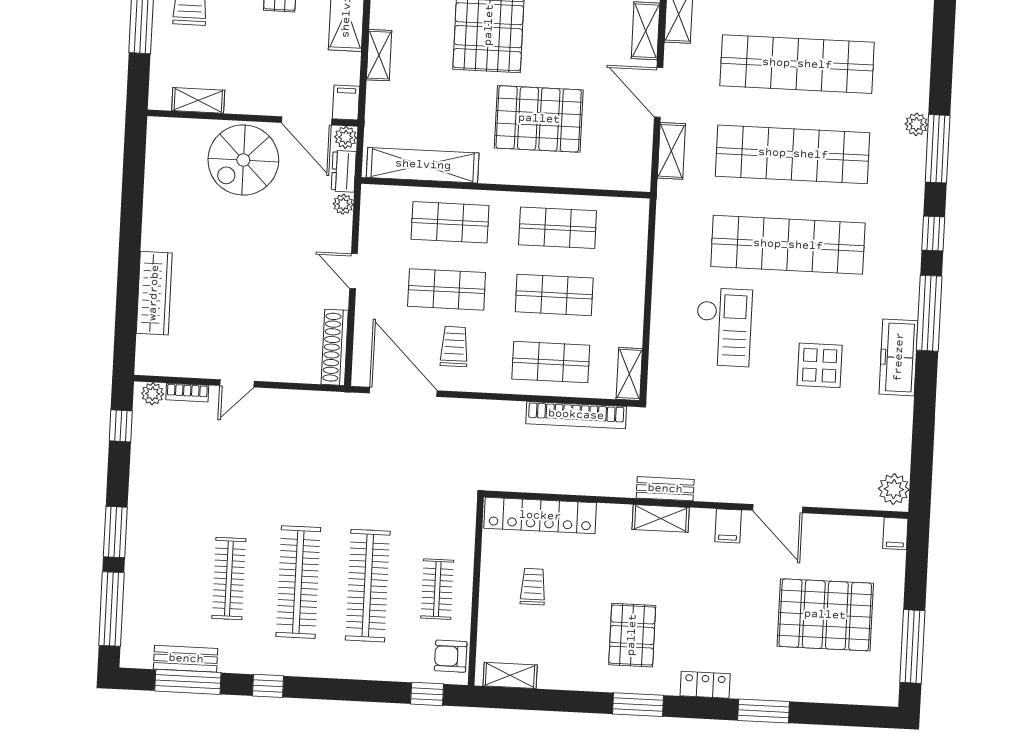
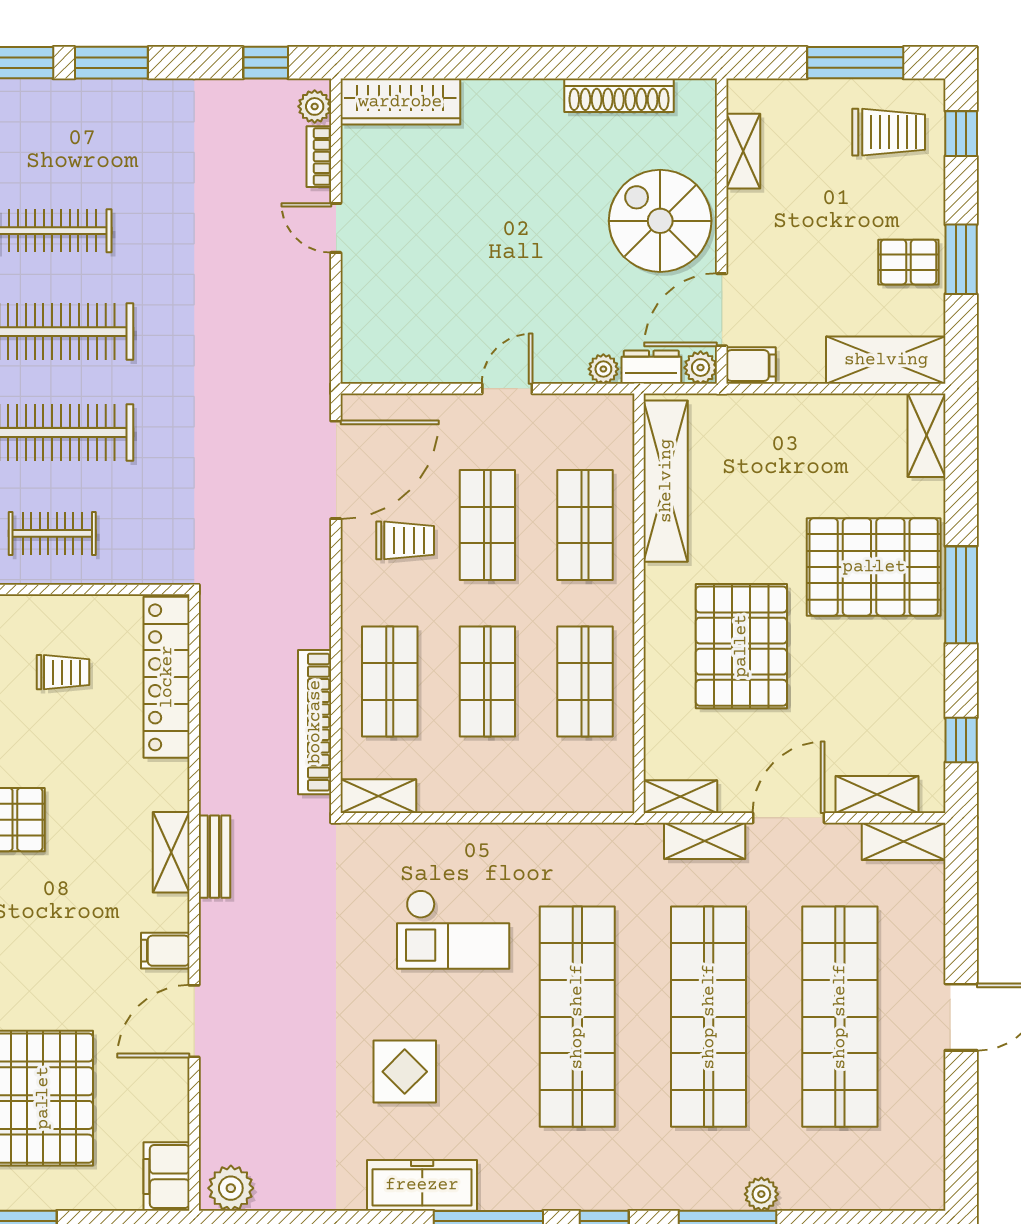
shelving: (379, 55) -> (680, 797), moved
wardrobe: (154, 293) -> (400, 102), moved
shoe rack: (335, 347) -> (619, 95), moved, turned 180
filing cabinet: (895, 534) -> (166, 1176), width x2.00

